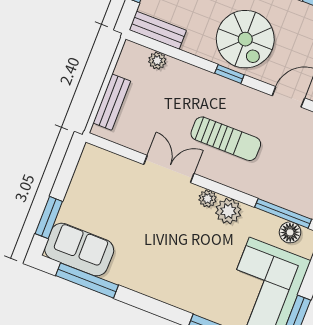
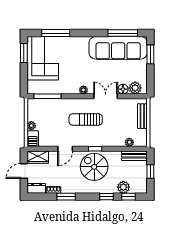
double door: (169, 169) -> (106, 96), swing flipped
plant: (228, 211) -> (135, 88), moved
floor lamp: (290, 232) -> (123, 89), moved
sofa: (79, 250) -> (118, 48), width x1.85, depth x1.27

